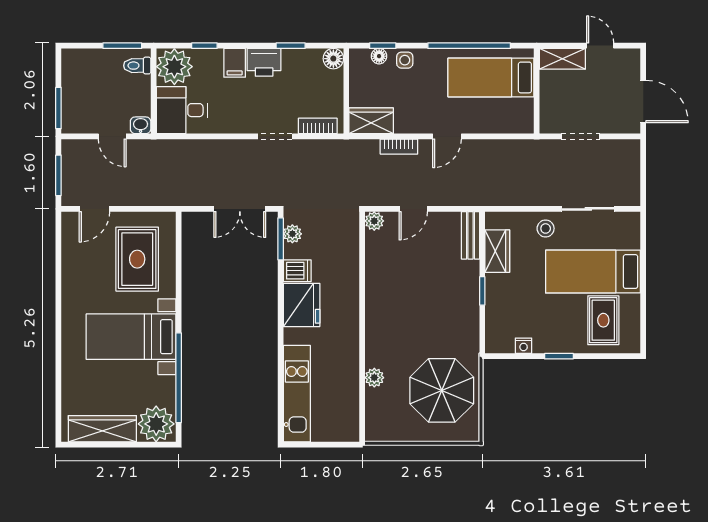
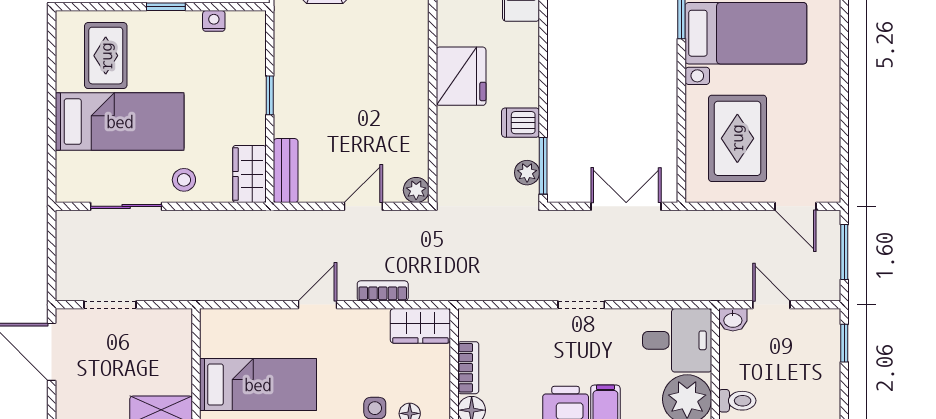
window: (58, 108) -> (844, 343), width x0.67
bookcase: (318, 126) -> (468, 368), moved, turned -90
doorway: (275, 136) -> (581, 305), moved
doorway: (580, 136) -> (110, 305), moved
door: (94, 209) -> (795, 206), swing flipped
double door: (240, 209) -> (626, 206), moved
wardrobe: (497, 251) -> (249, 174), moved
fridge: (302, 305) -> (461, 76), moved, turned 180

